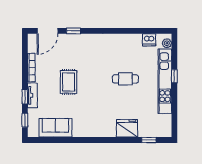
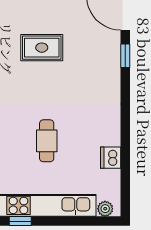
dishwasher: (149, 40) -> (111, 158), moved
window: (174, 76) -> (20, 221), moved

